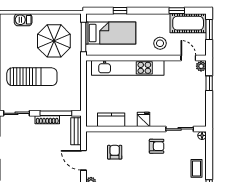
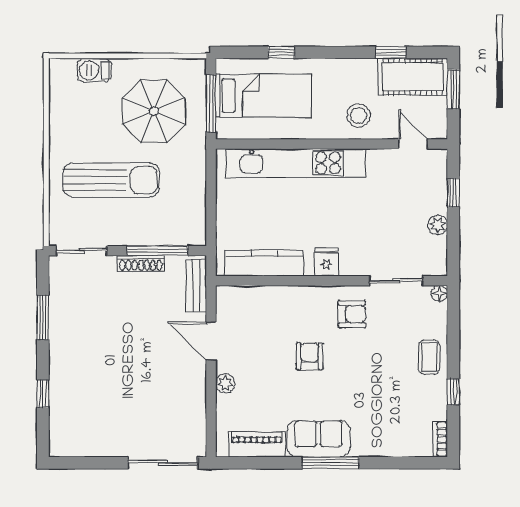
plant: (201, 66) -> (438, 225), moved
kitchen counter: (111, 120) -> (264, 263), width x1.50
armchair: (115, 152) -> (310, 356), moved

